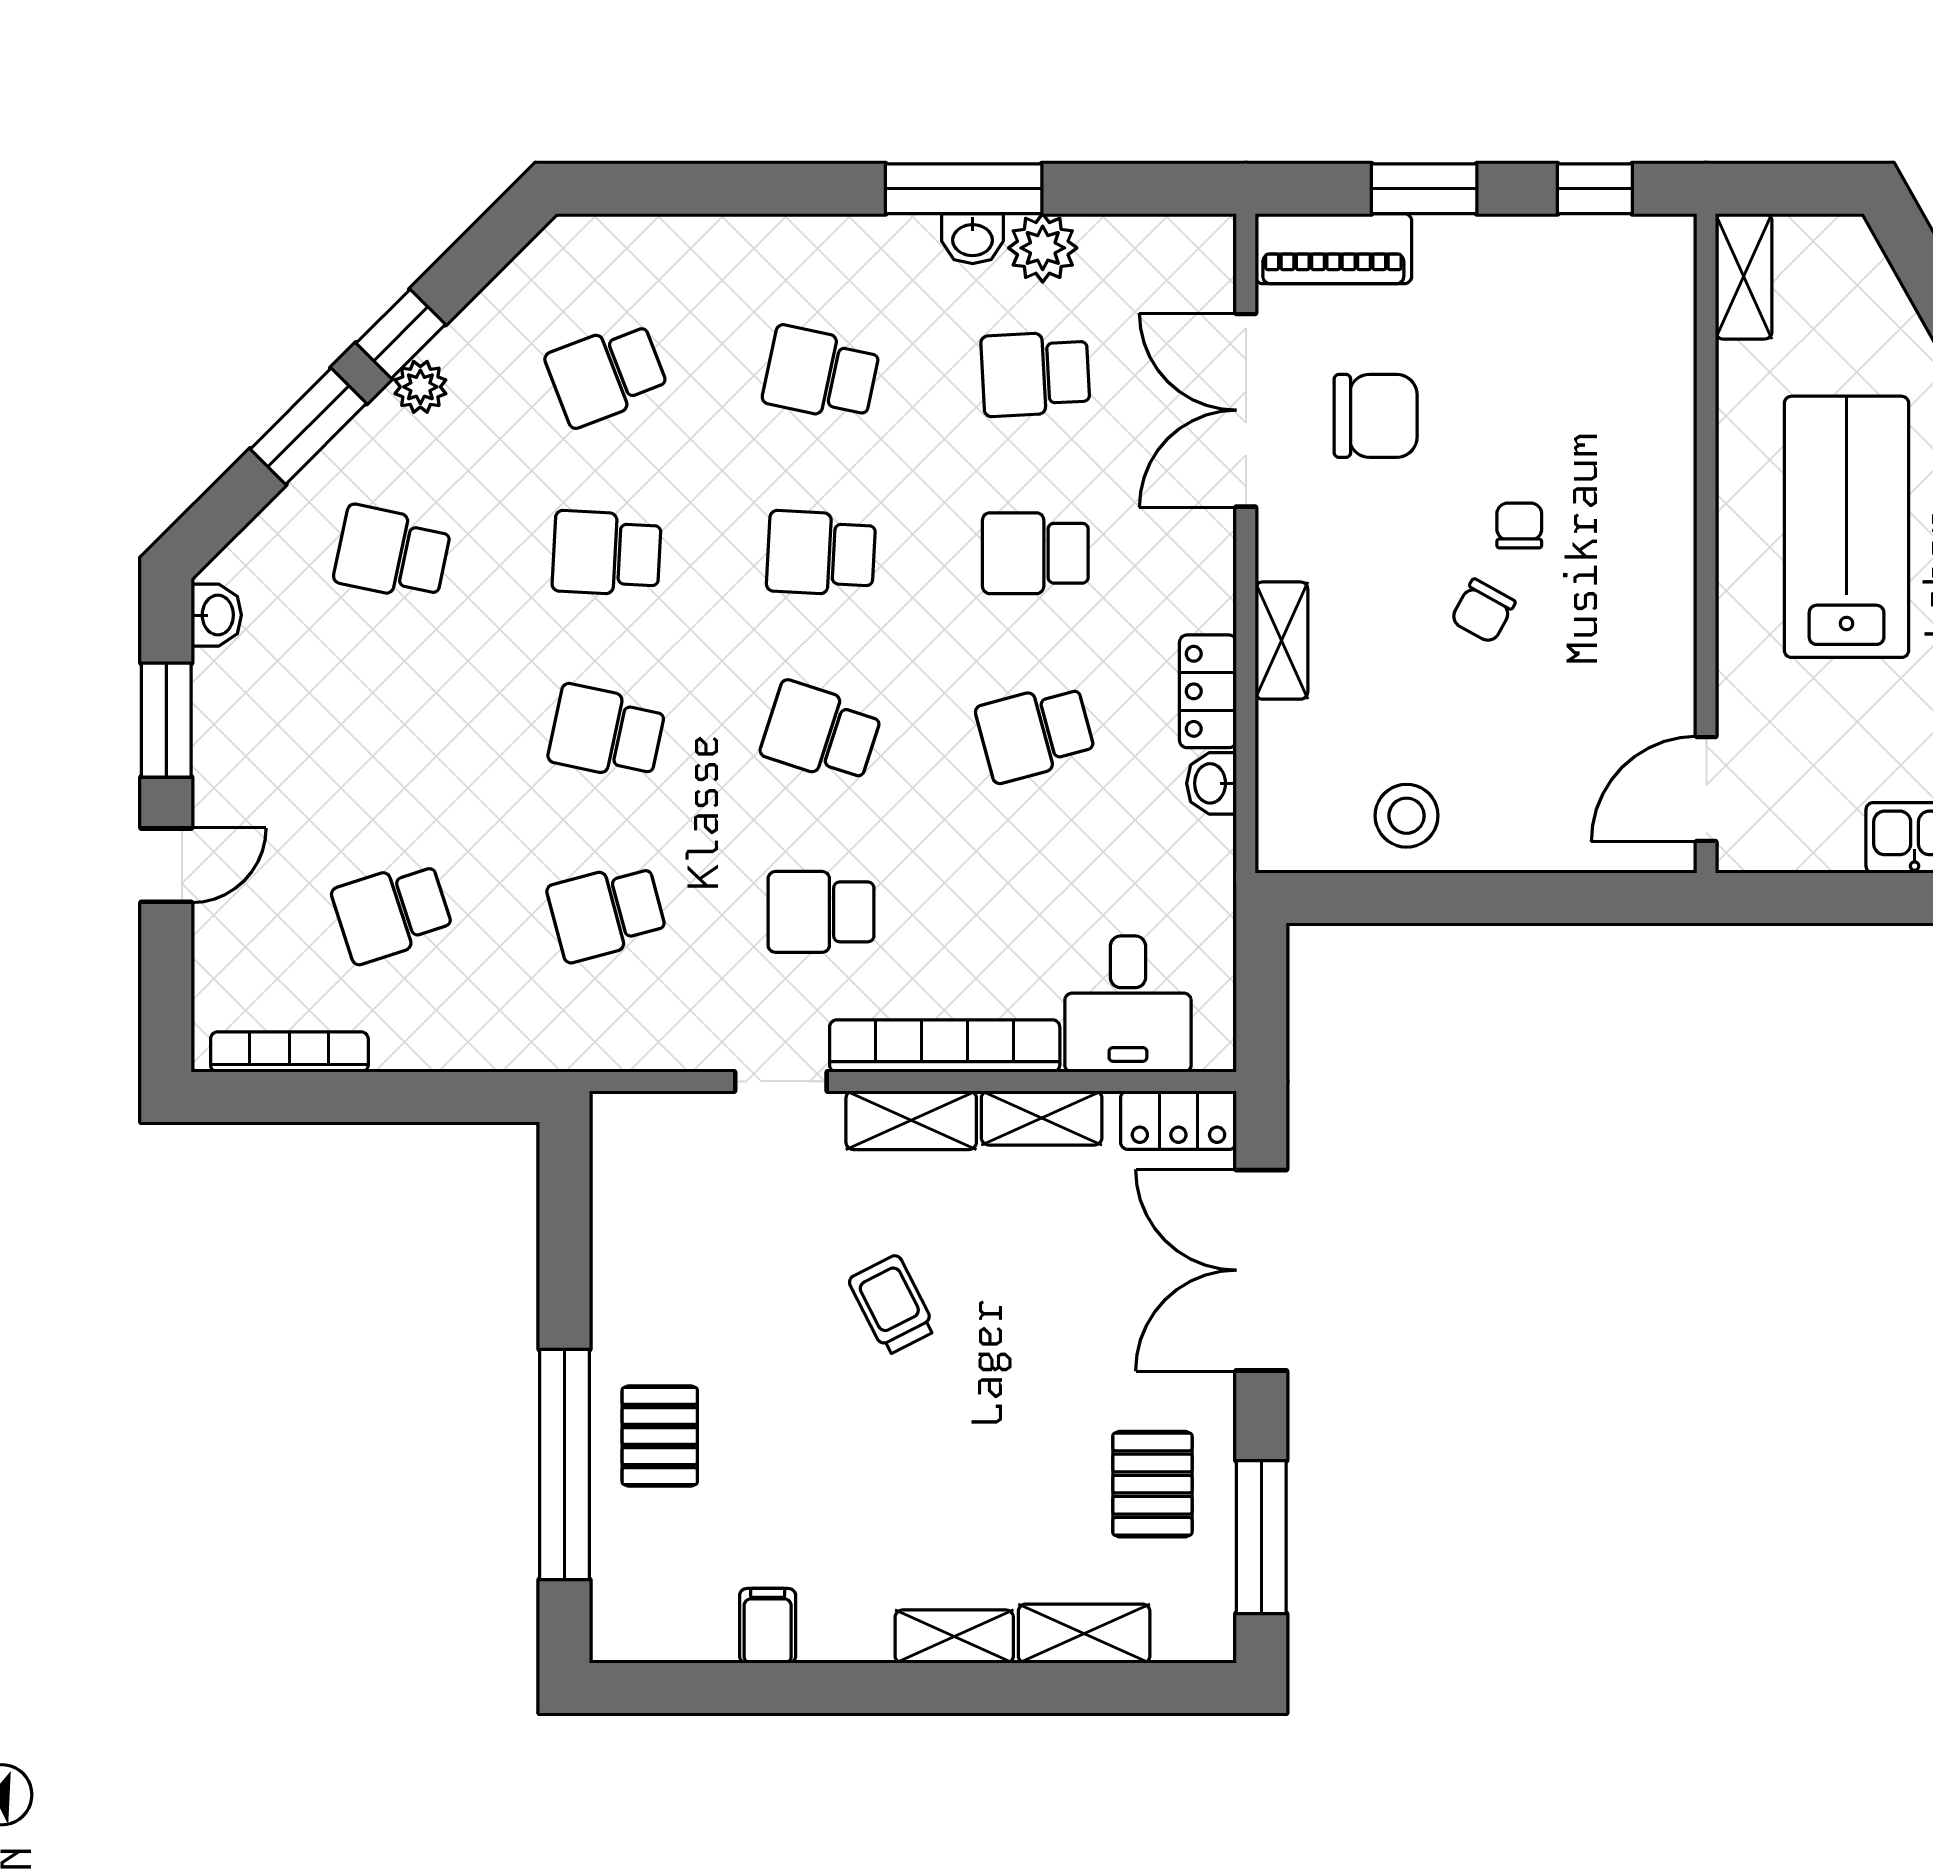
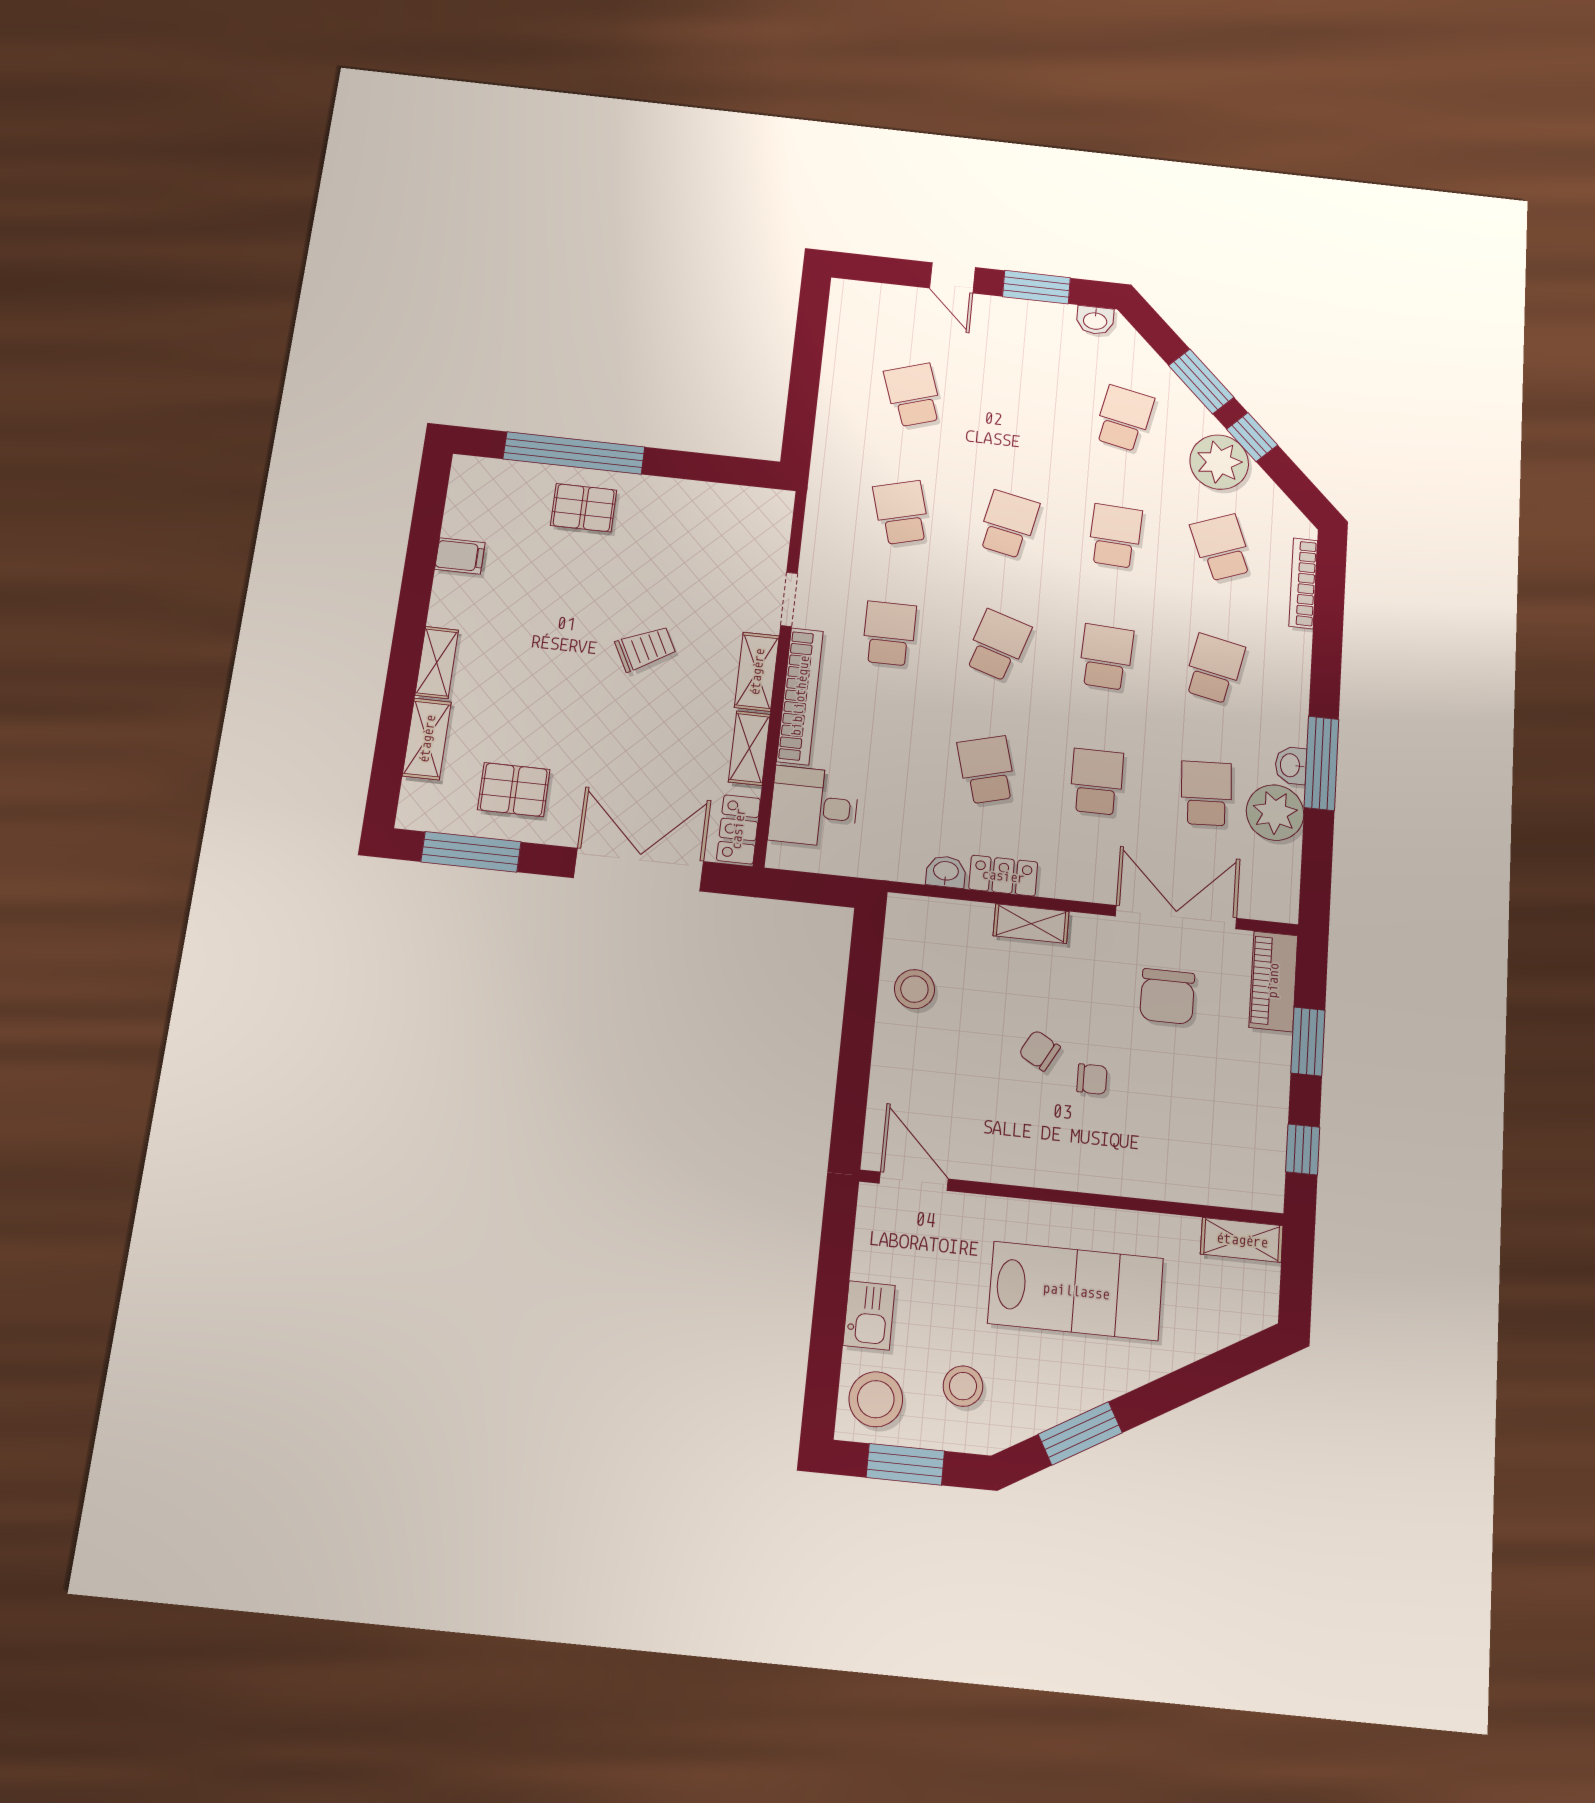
plant: (1043, 248) -> (1275, 813), width x1.36, depth x1.36
plant: (420, 387) -> (1219, 462), width x1.88, depth x1.88
bookcase: (289, 1052) -> (1303, 583), moved, turned 180

